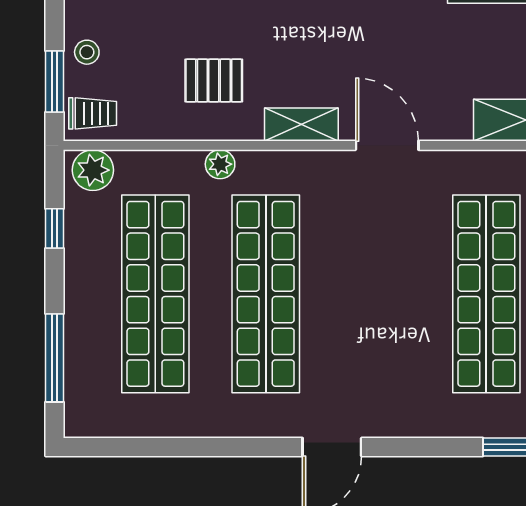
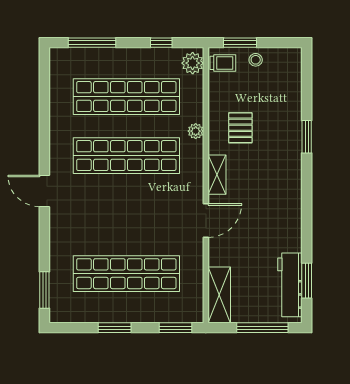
trolley: (93, 113) -> (223, 63), turned -90

